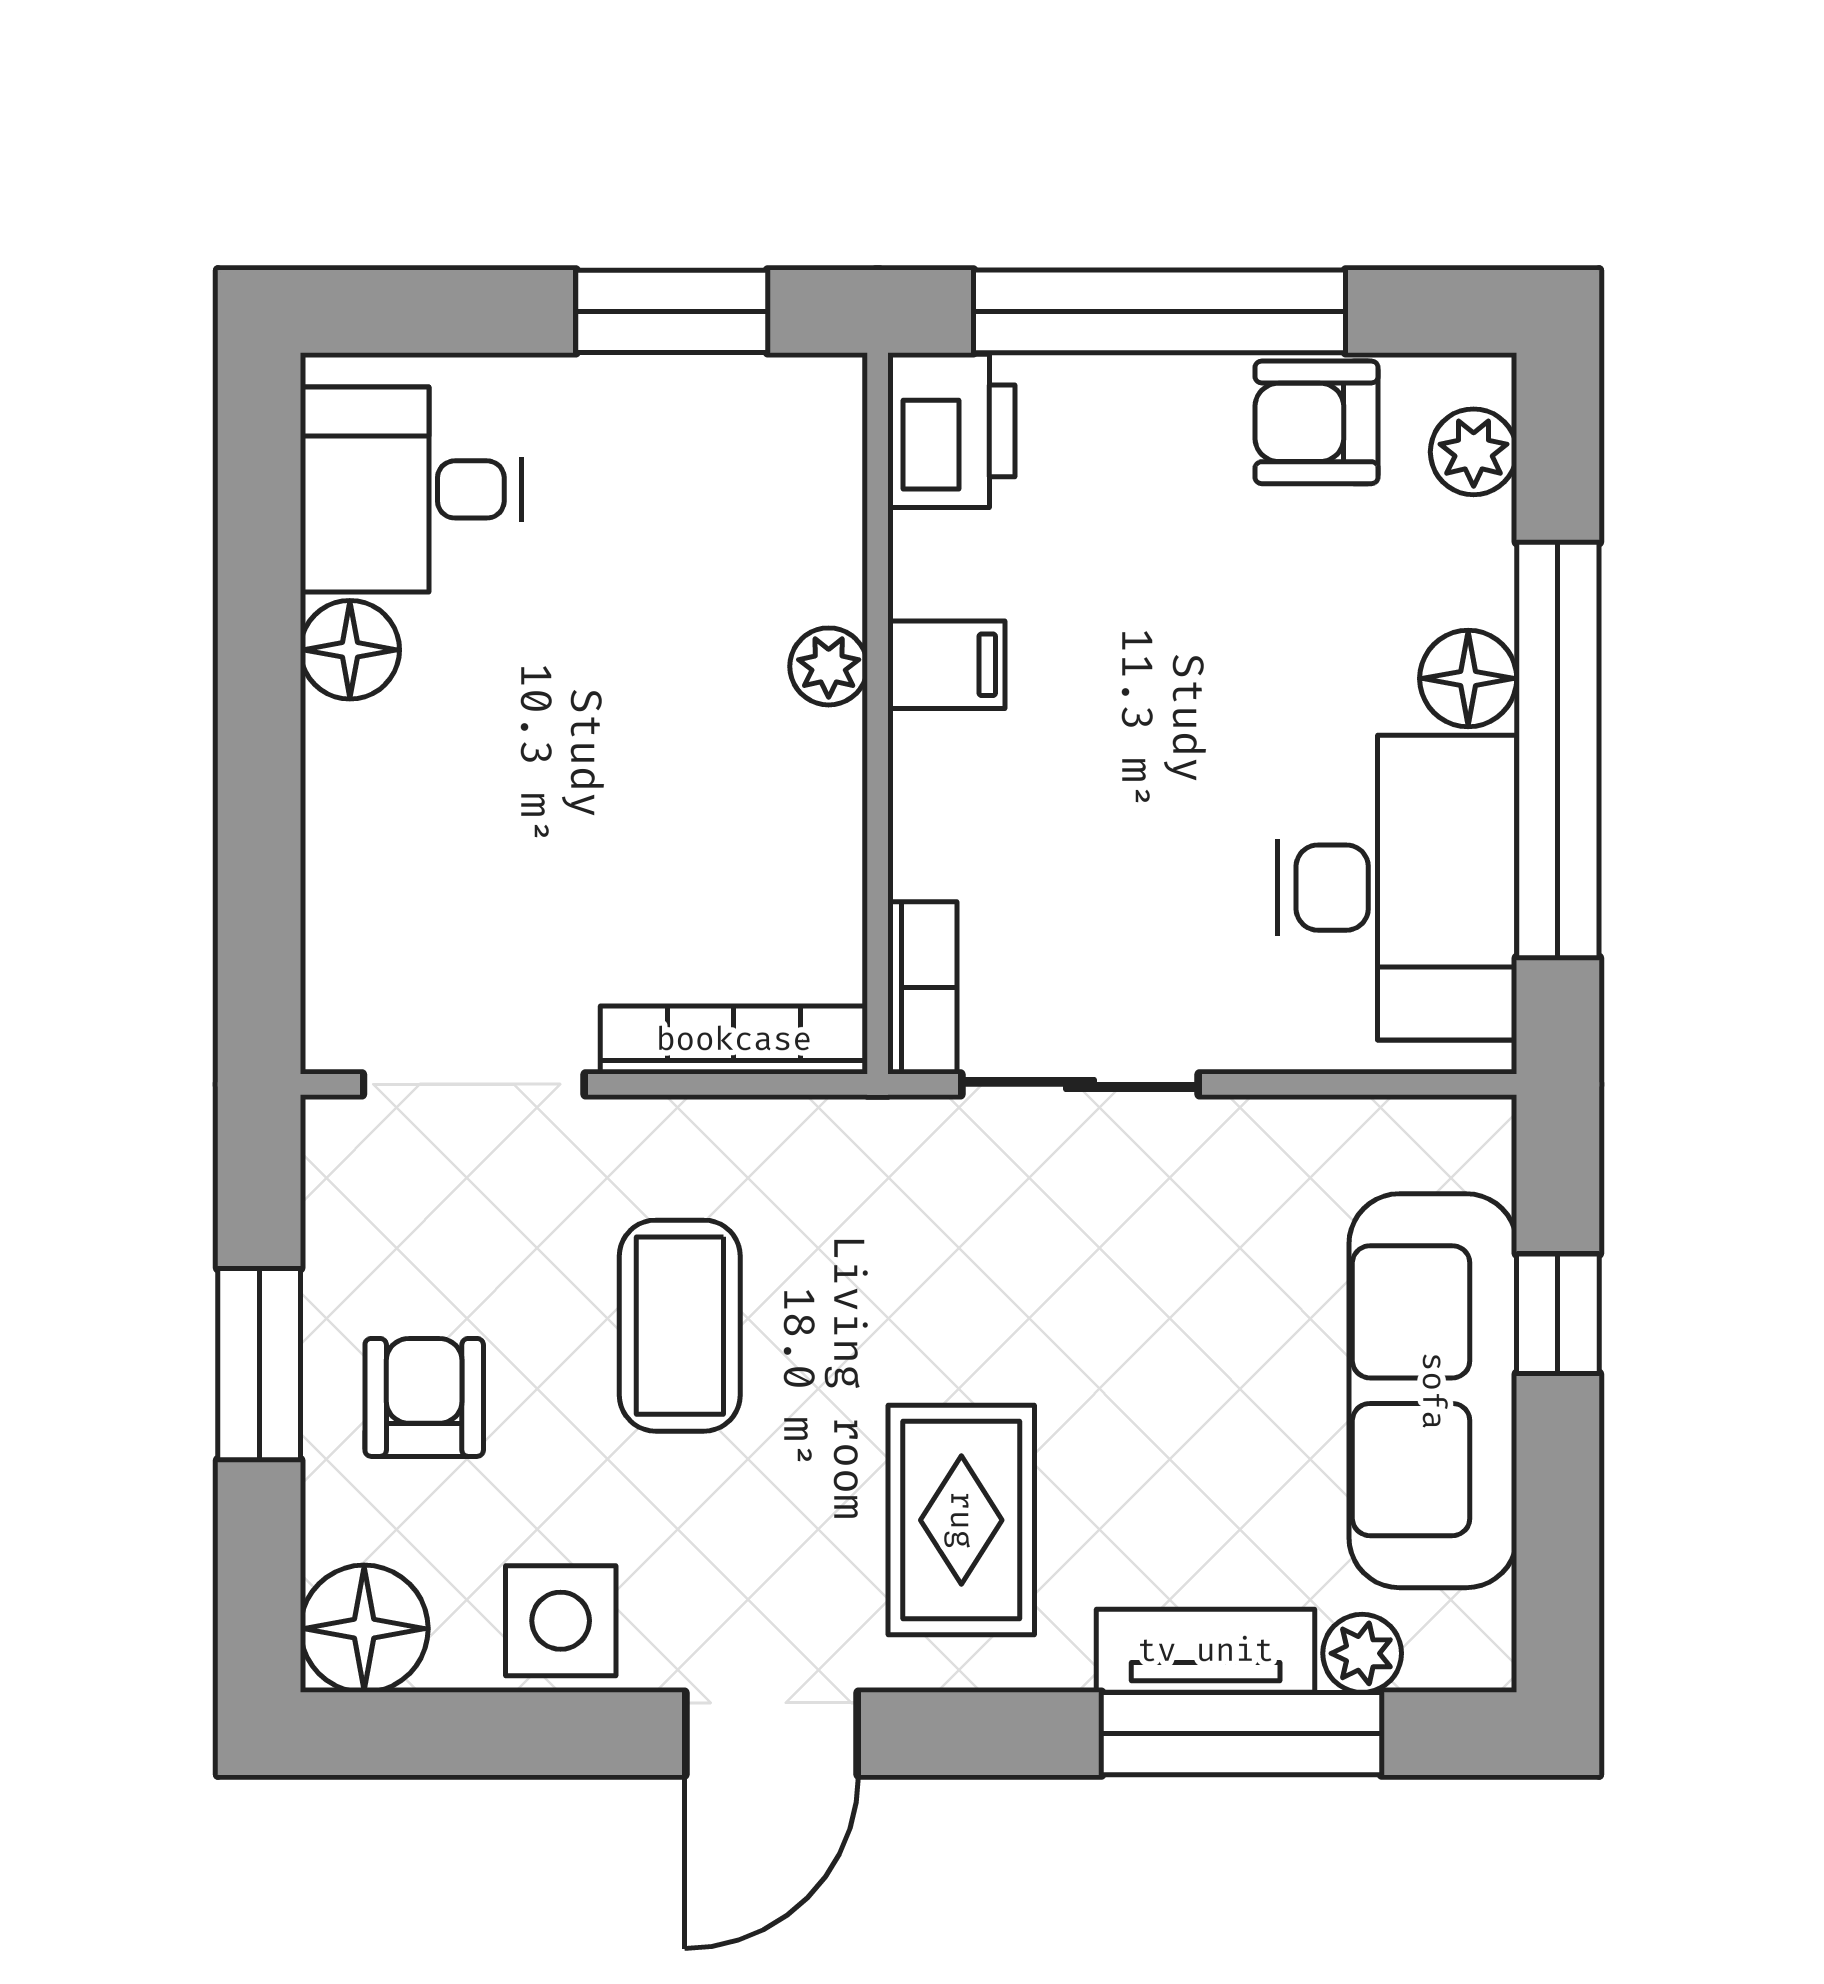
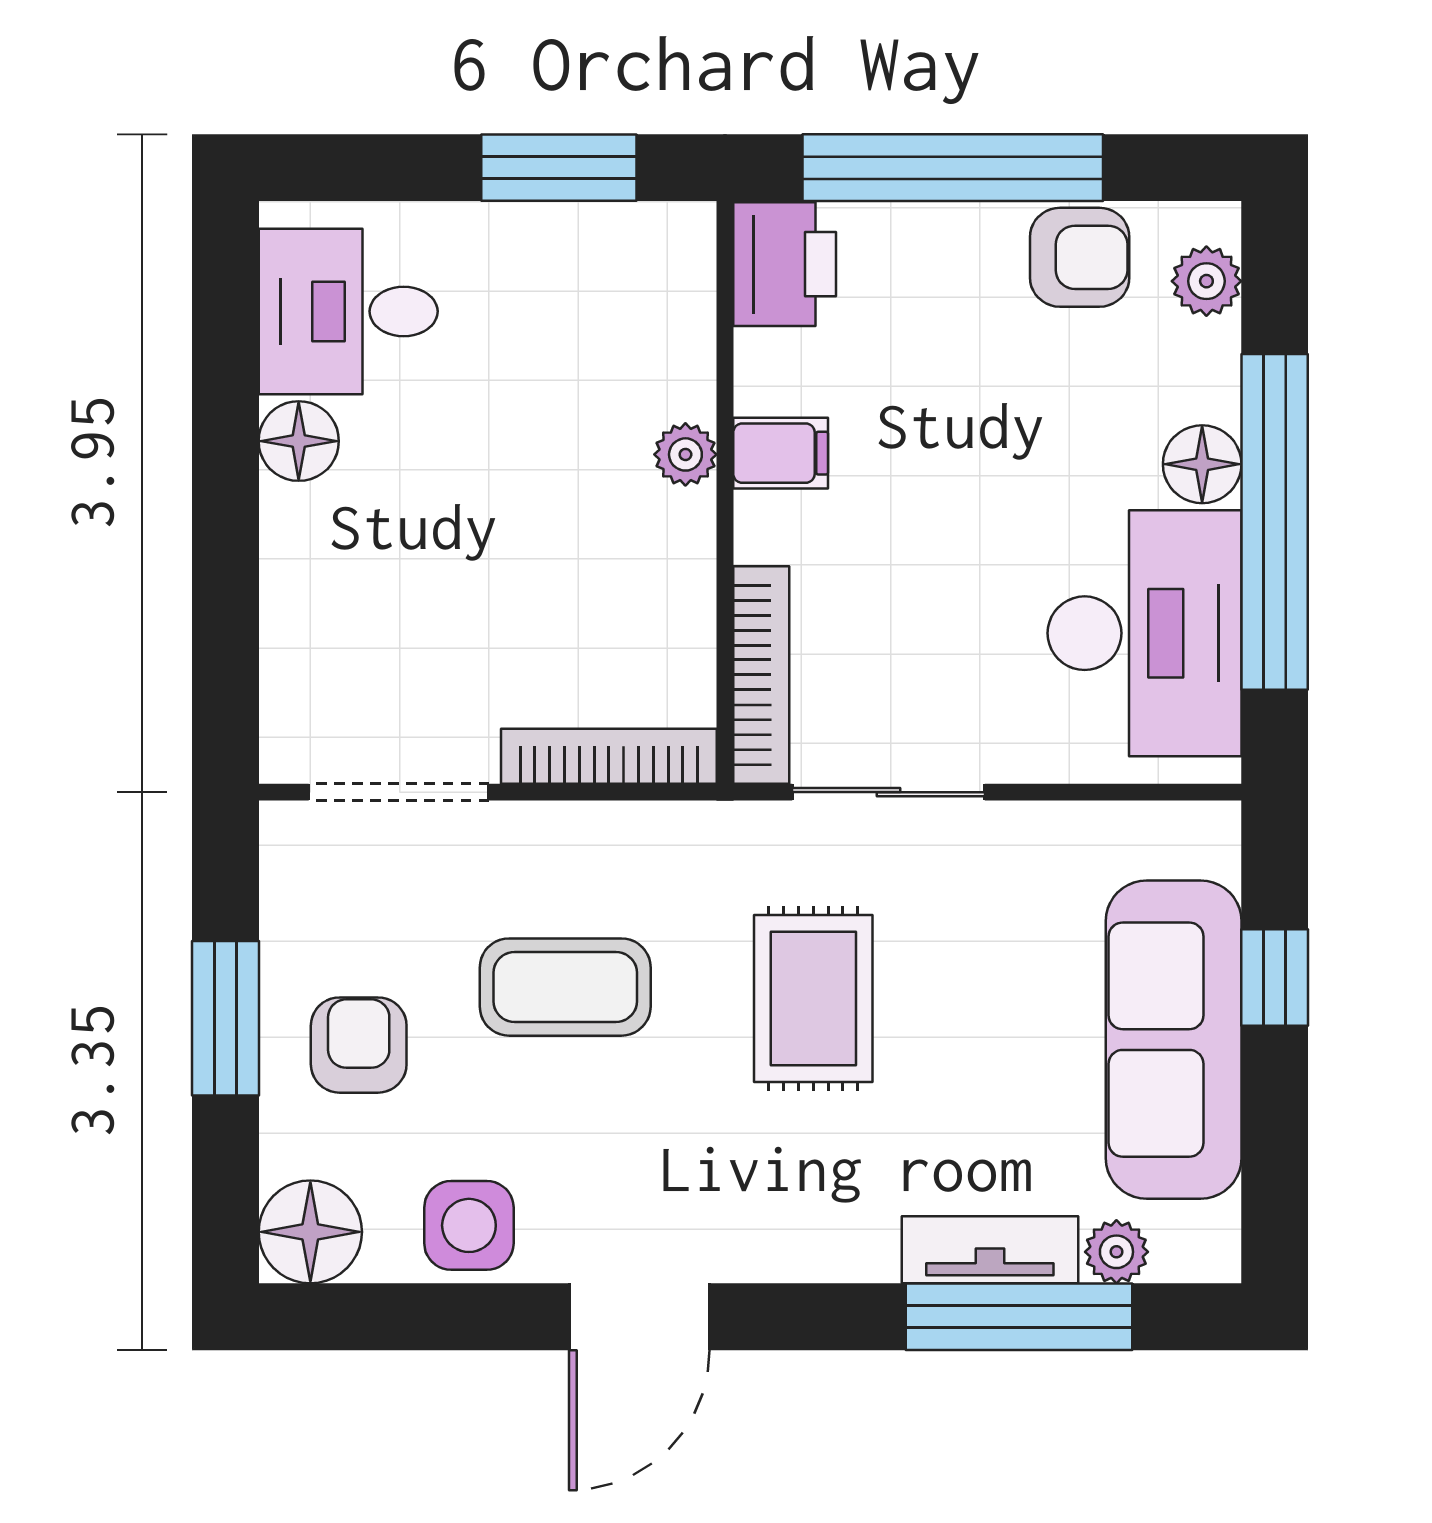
armchair: (1317, 422) -> (1080, 257), turned 180
bookcase: (922, 988) -> (761, 675), width x1.56
coffee table: (680, 1326) -> (565, 987), turned 90
rug: (961, 1520) -> (813, 999), moved

